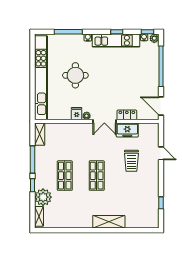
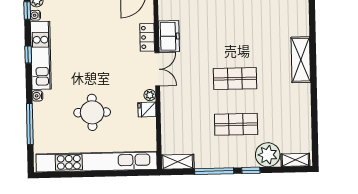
trolley: (131, 161) -> (213, 29), removed

